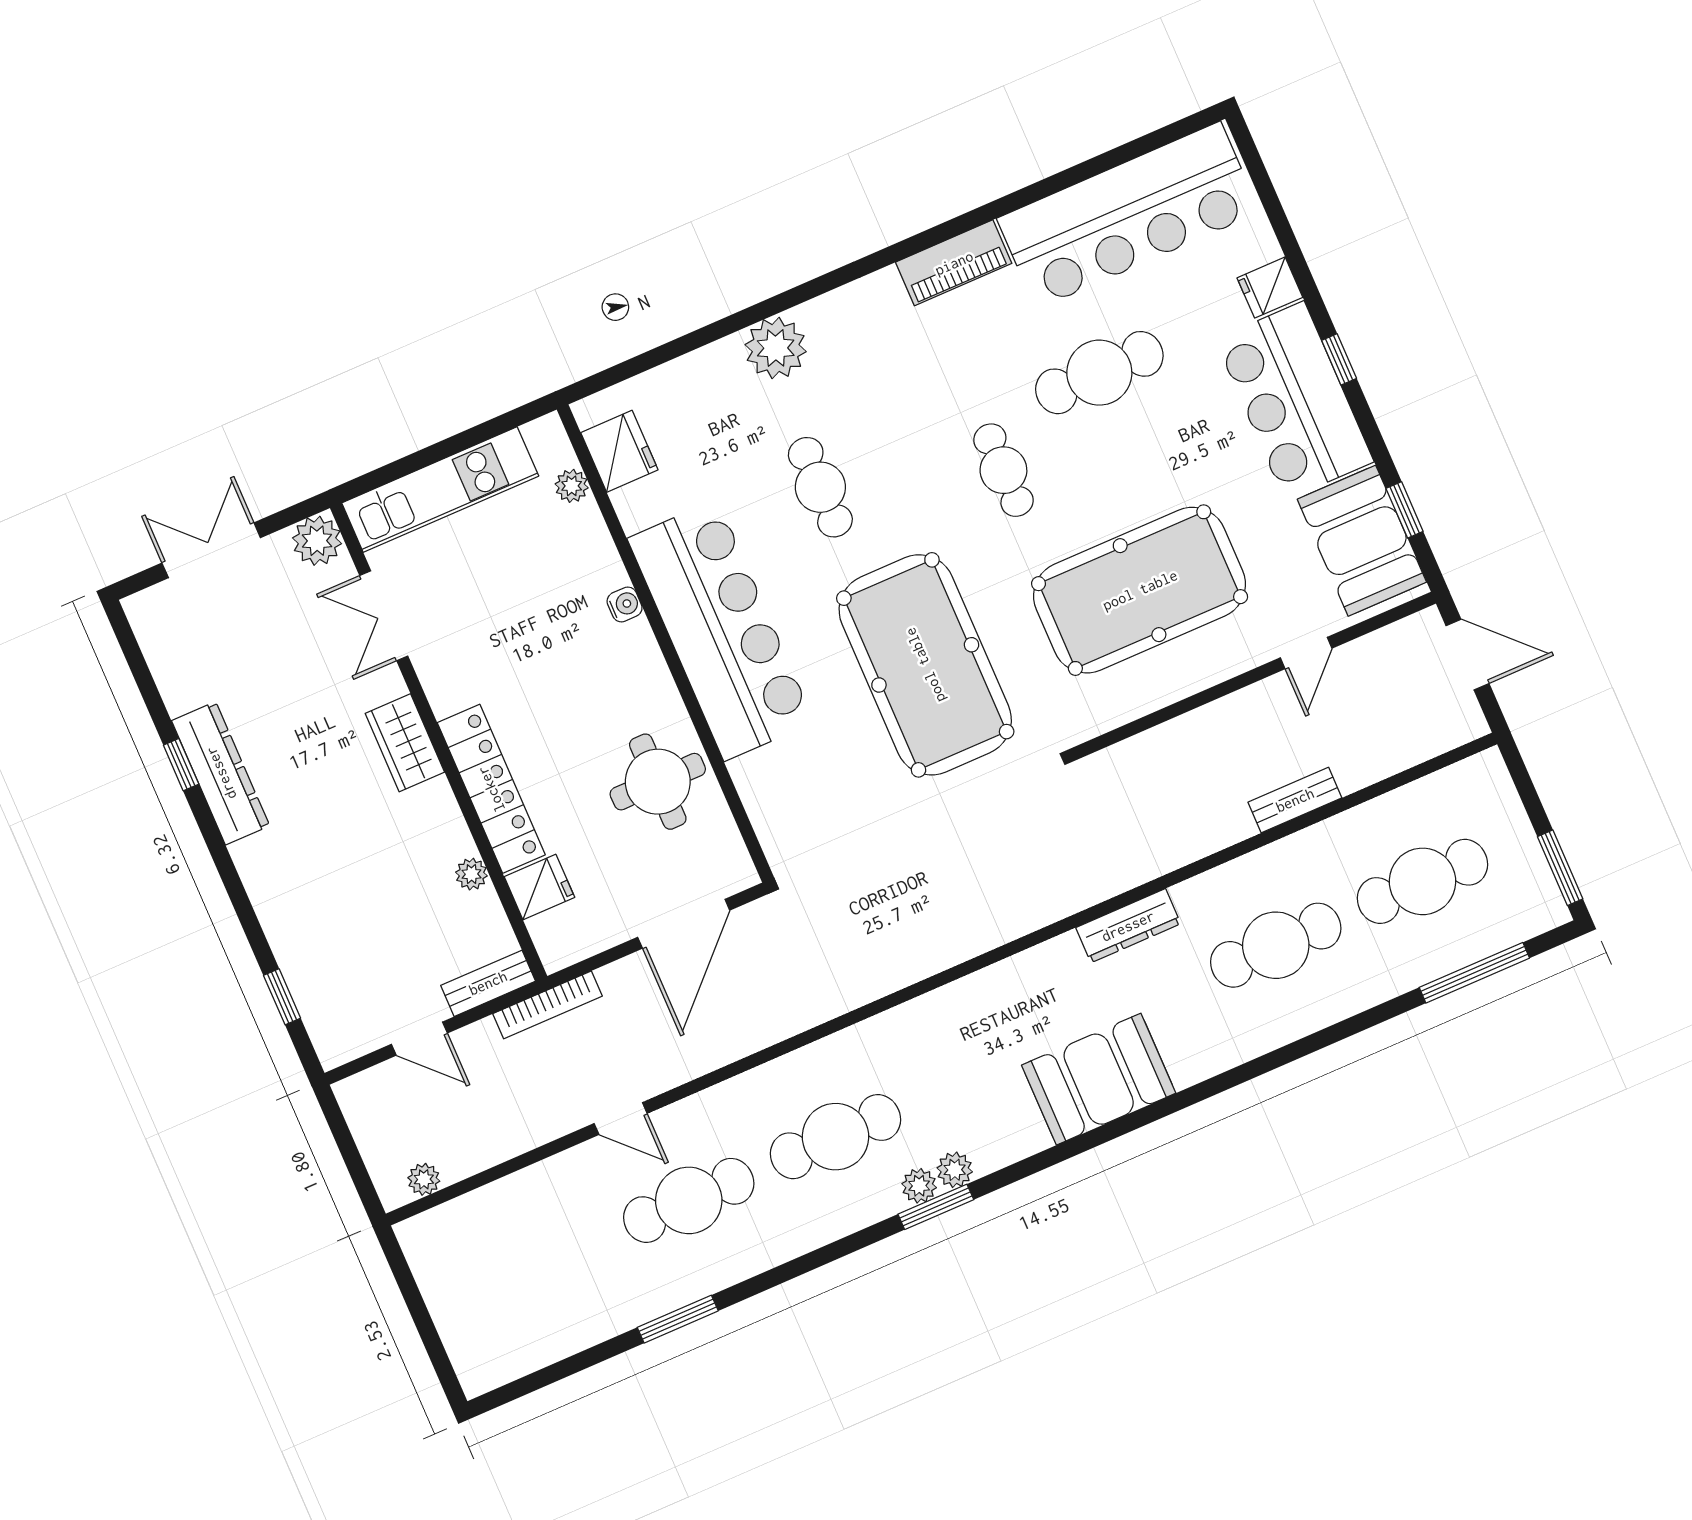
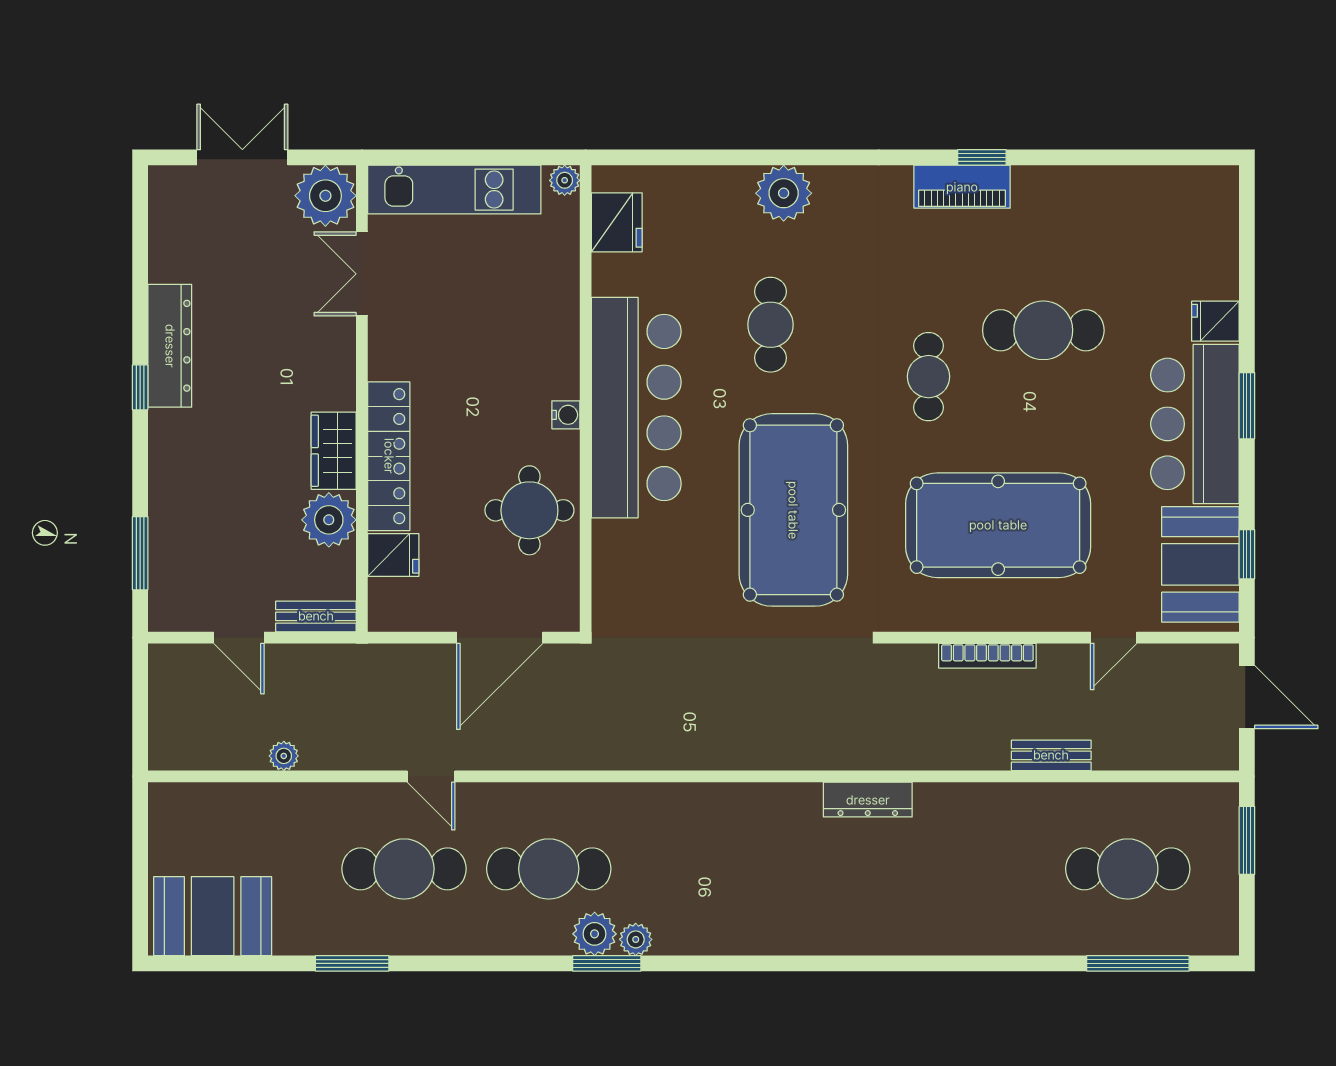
bar counter: (1128, 215) -> (1124, 210), removed
window: (961, 224) -> (982, 157), added
window: (1339, 359) -> (1247, 406), width x1.50
plant: (572, 486) -> (565, 180), moved
plant: (317, 541) -> (325, 196), width x1.36, depth x1.36
water cooler: (625, 604) -> (566, 415), moved
wardrobe: (405, 743) -> (334, 451), moved
window: (181, 765) -> (140, 387), moved
window: (1560, 868) -> (1247, 840), moved
plant: (471, 874) -> (329, 520), width x1.88, depth x1.88
cafe table: (1276, 945) -> (983, 869), removed
window: (282, 997) -> (140, 553), width x1.50
bookcase: (548, 1005) -> (987, 656), moved
booth: (1099, 1079) -> (213, 916), moved
door: (621, 1118) -> (431, 776), moved
plant: (424, 1179) -> (284, 756), moved
plant: (919, 1186) -> (595, 934), width x1.38, depth x1.38

